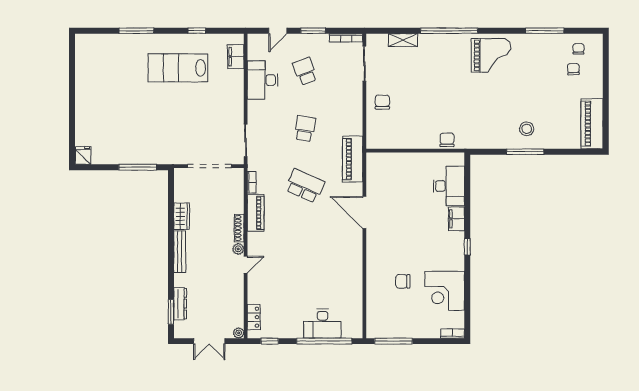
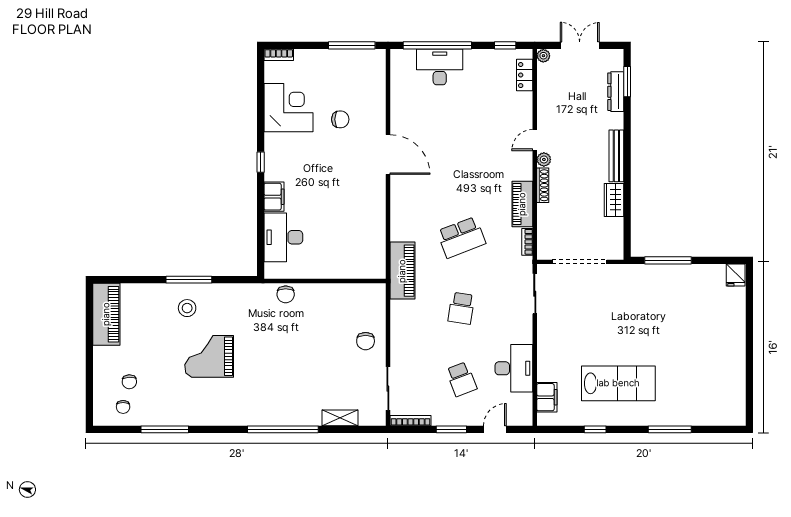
grand piano: (491, 55) -> (209, 356), moved
school desk: (305, 186) -> (461, 237), turned -45
door: (364, 213) -> (388, 155), moved

